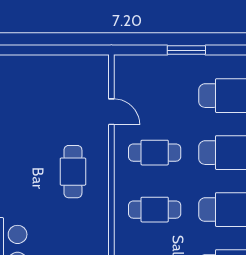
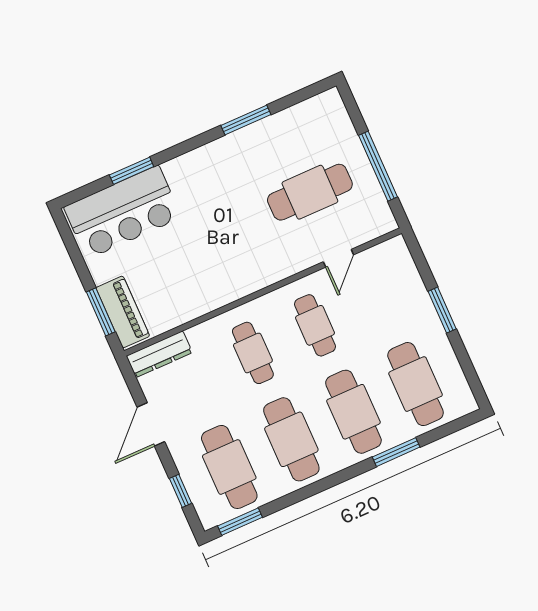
window: (54, 50) -> (378, 166), added
cafe table: (73, 172) -> (310, 192), moved, width x1.37, depth x1.35

